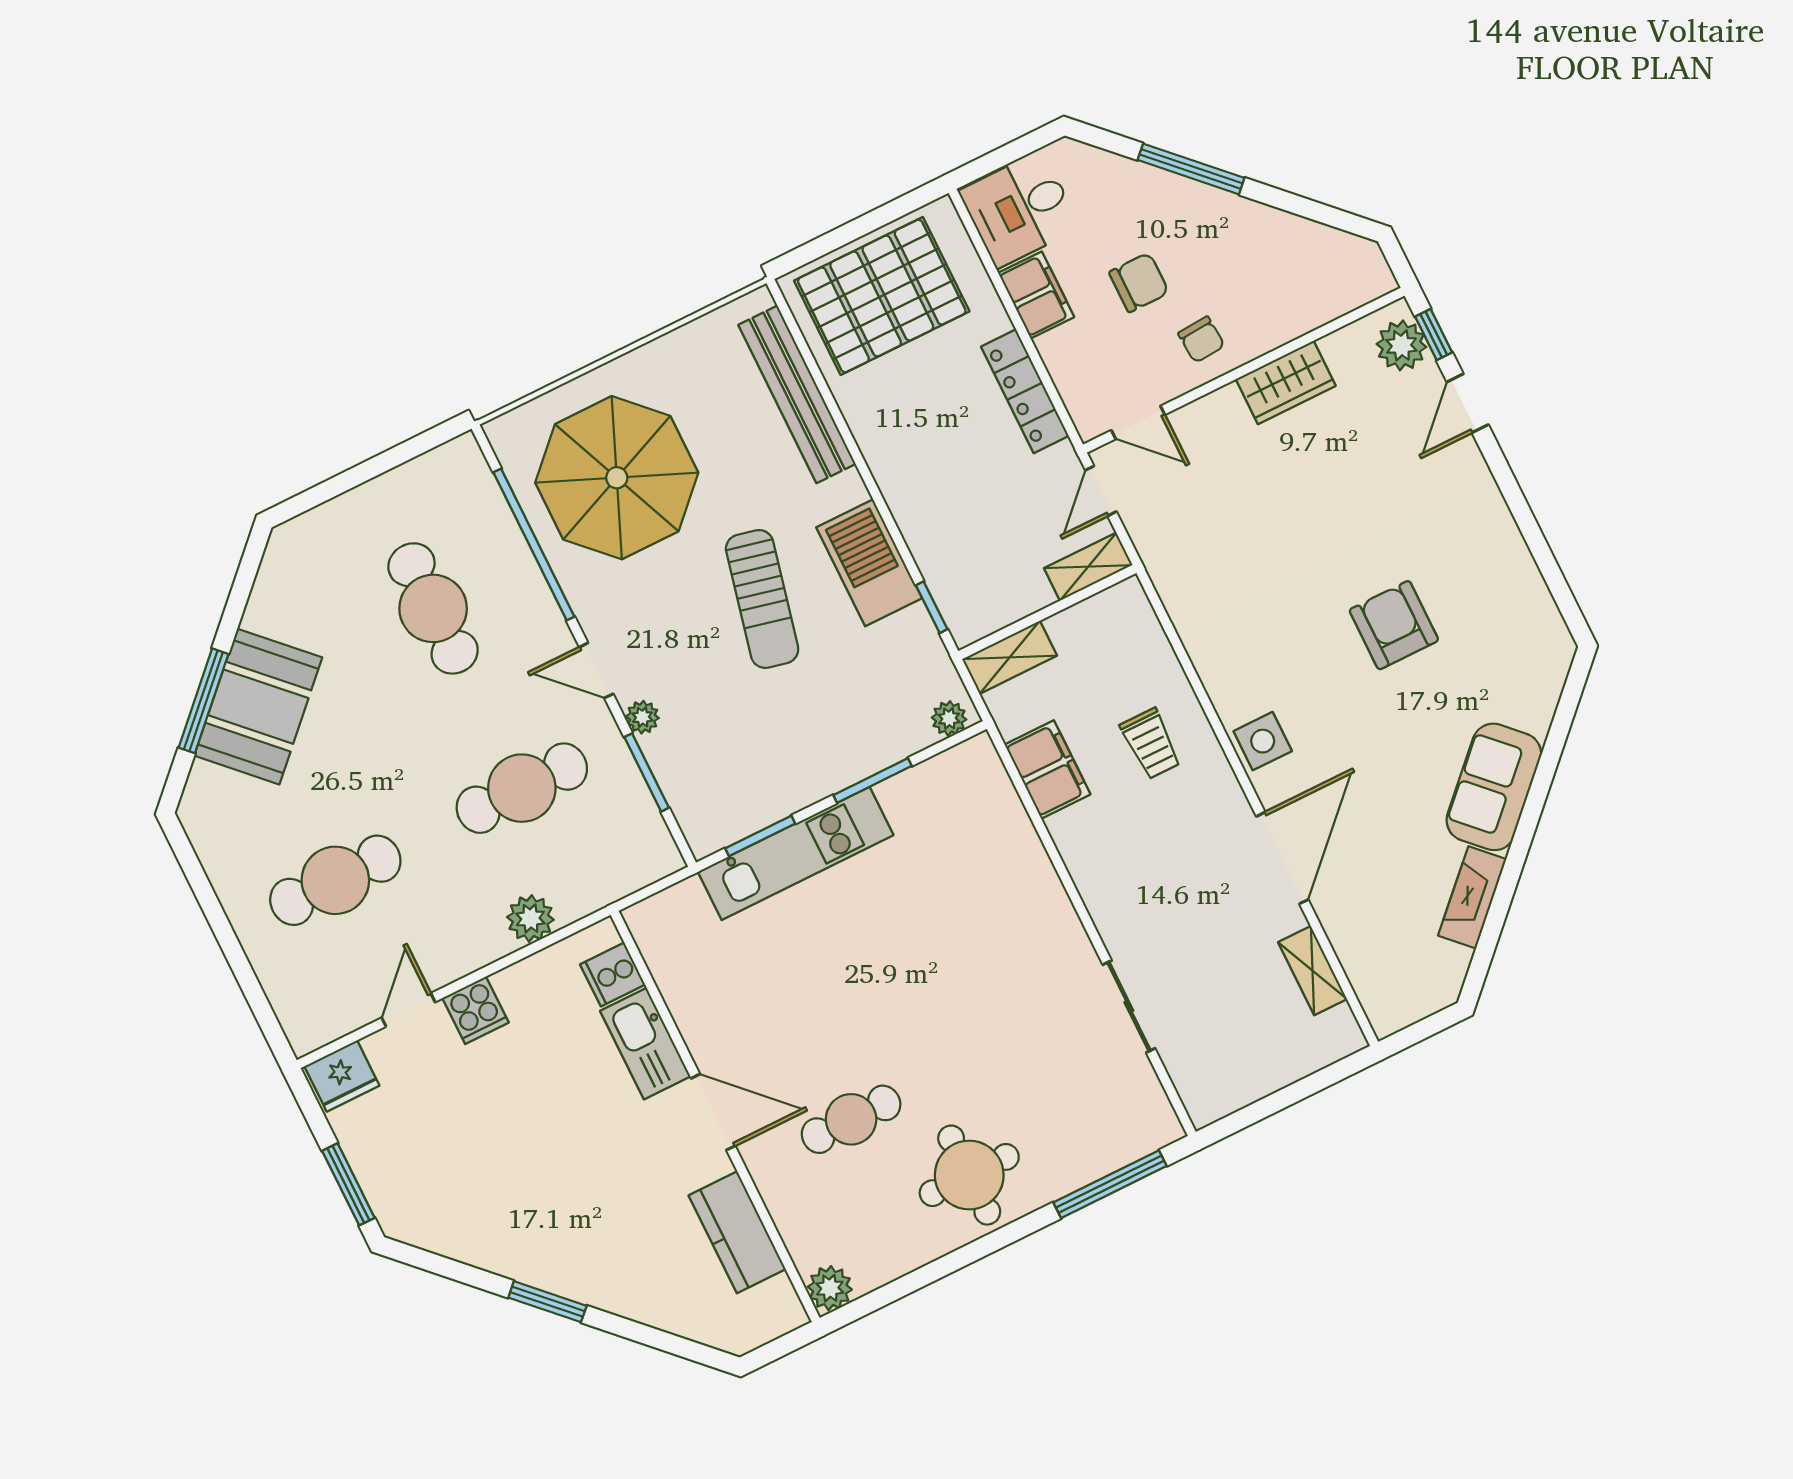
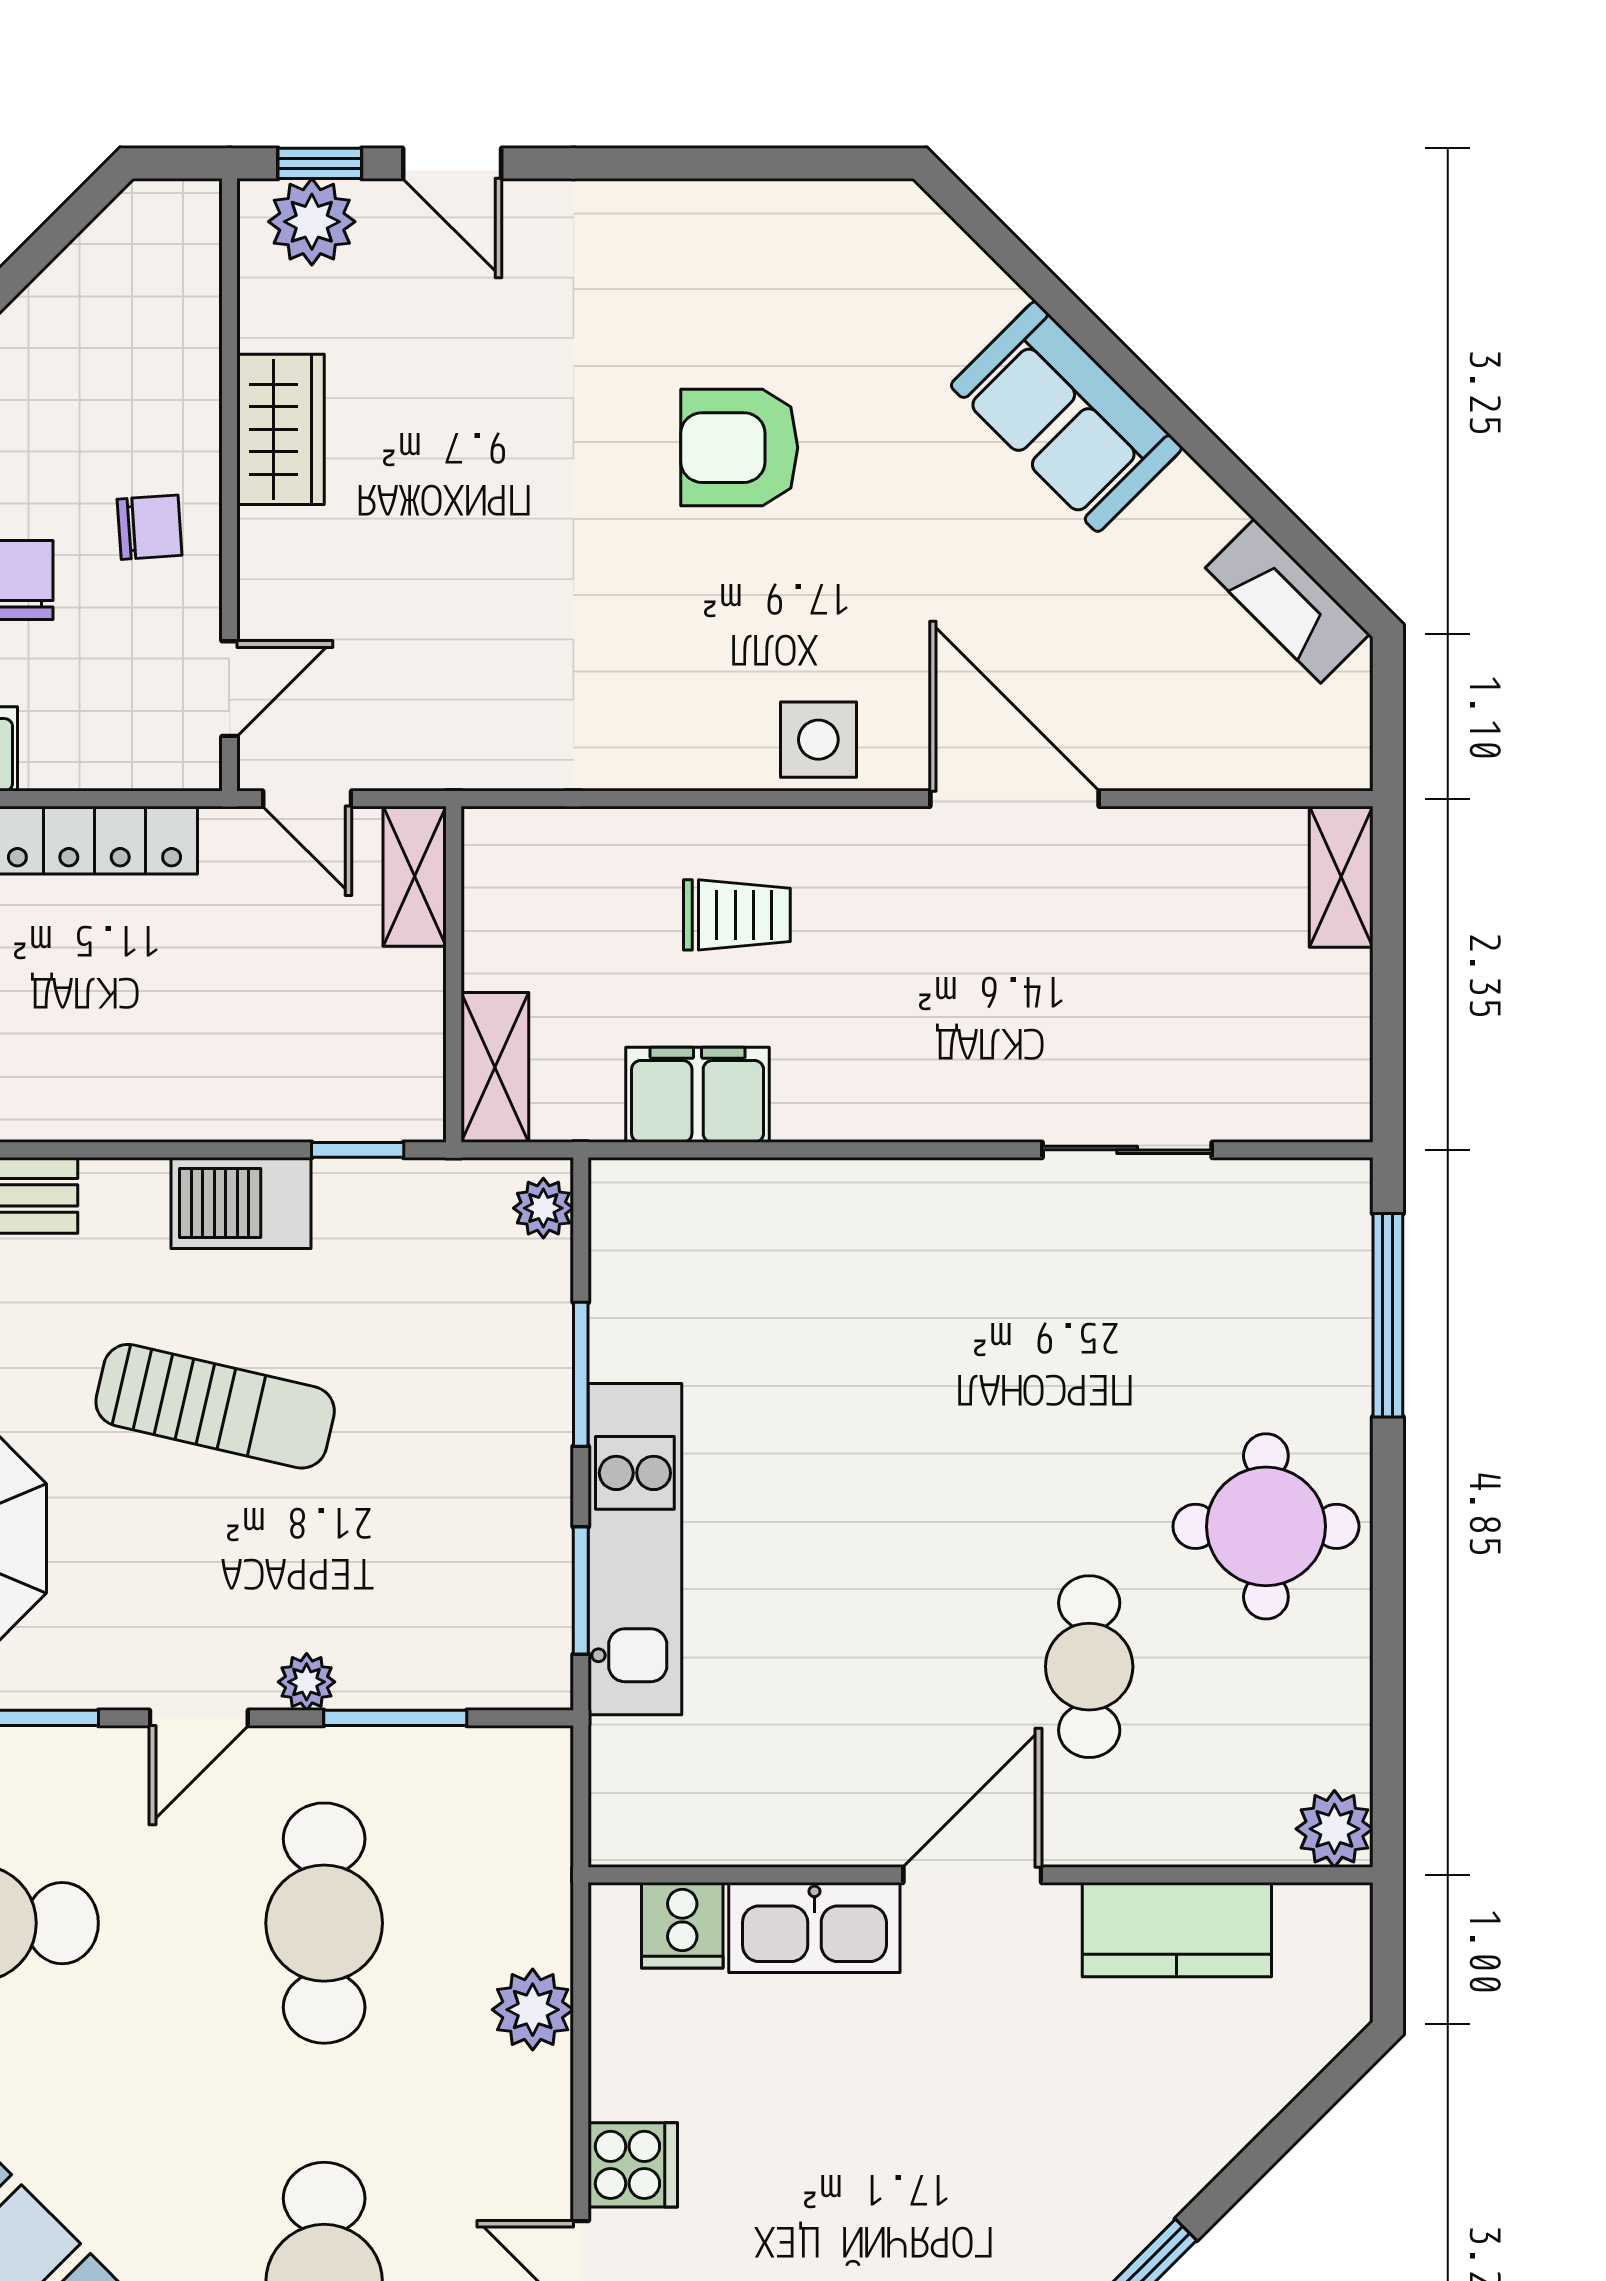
barbecue: (869, 563) -> (241, 1203), width x0.73, depth x0.83
fireplace: (1472, 897) -> (1287, 601), moved
shelving: (1313, 971) -> (1341, 877), moved, turned 90

